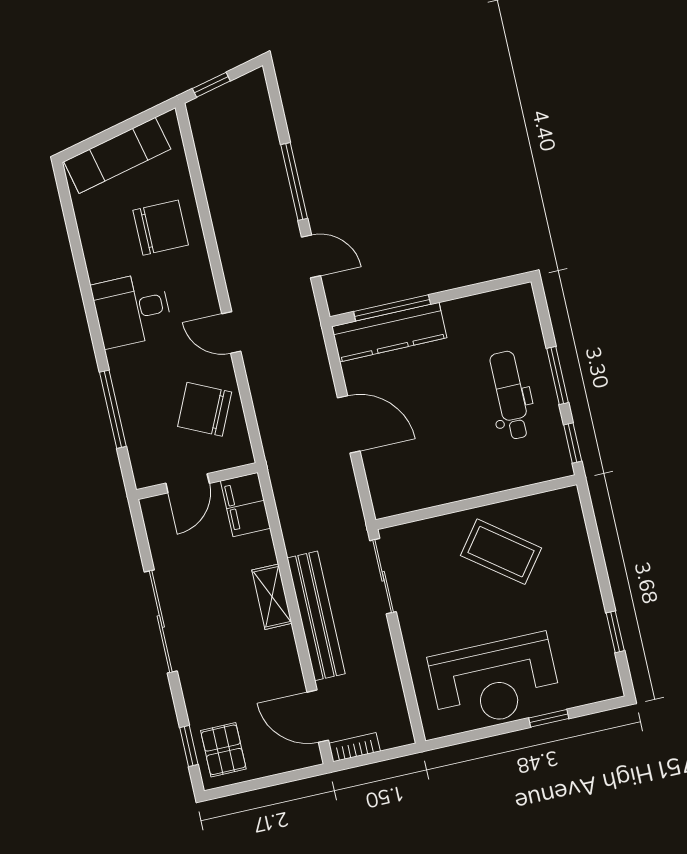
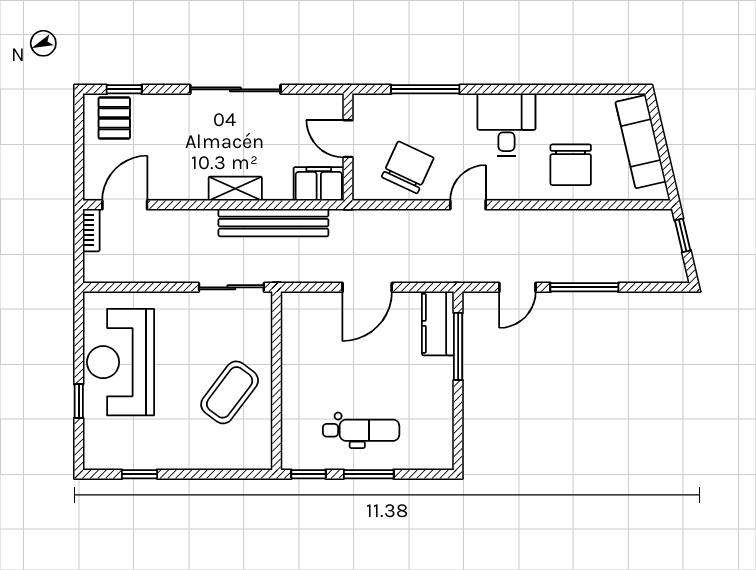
kitchen counter: (389, 332) -> (438, 323), width x0.67
bench: (316, 616) -> (273, 223), moved
pallet: (223, 750) -> (114, 118), turned 90

